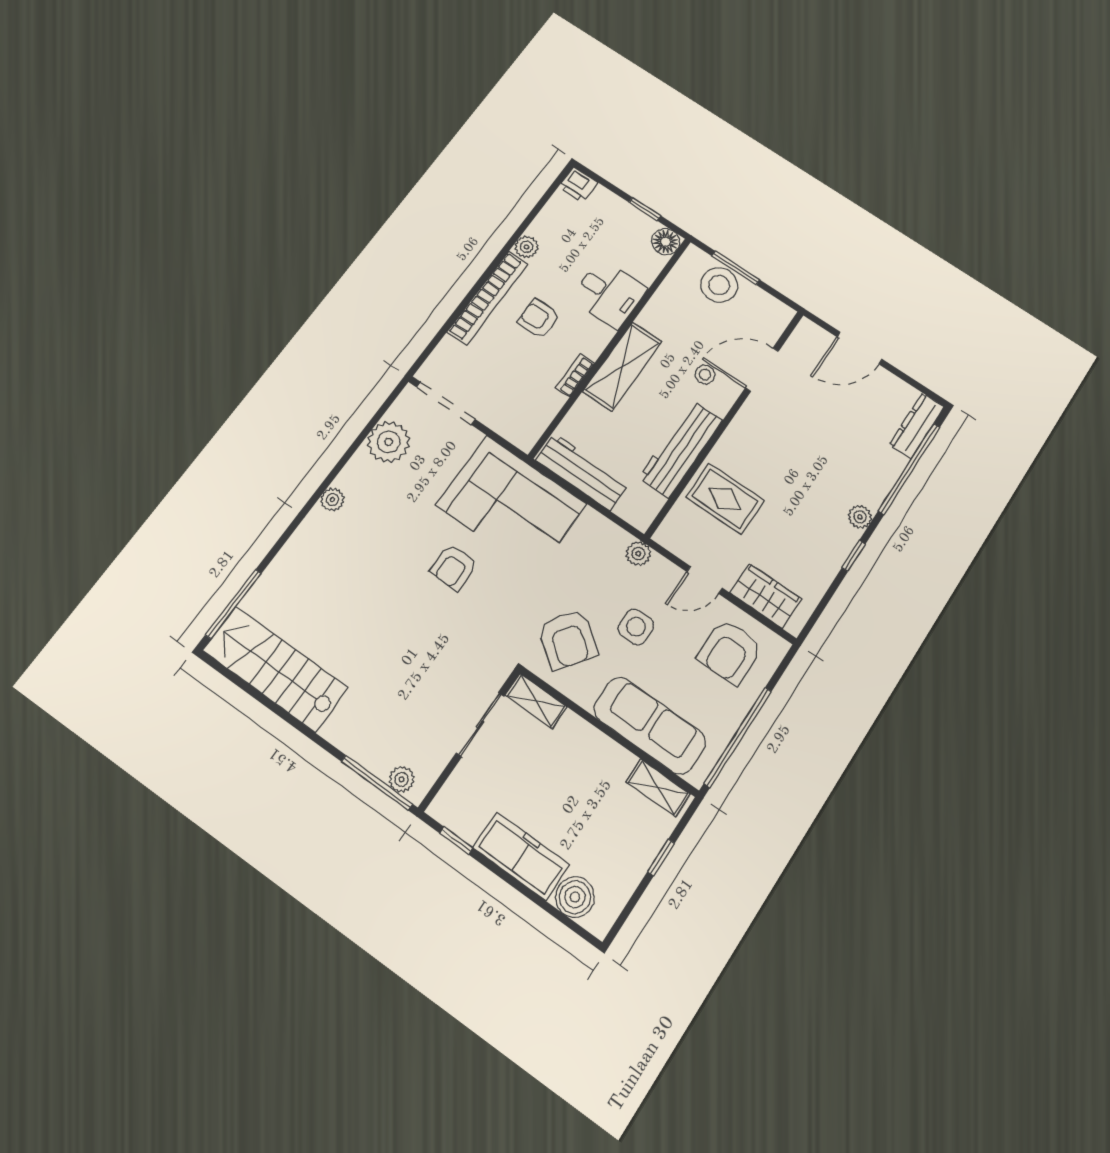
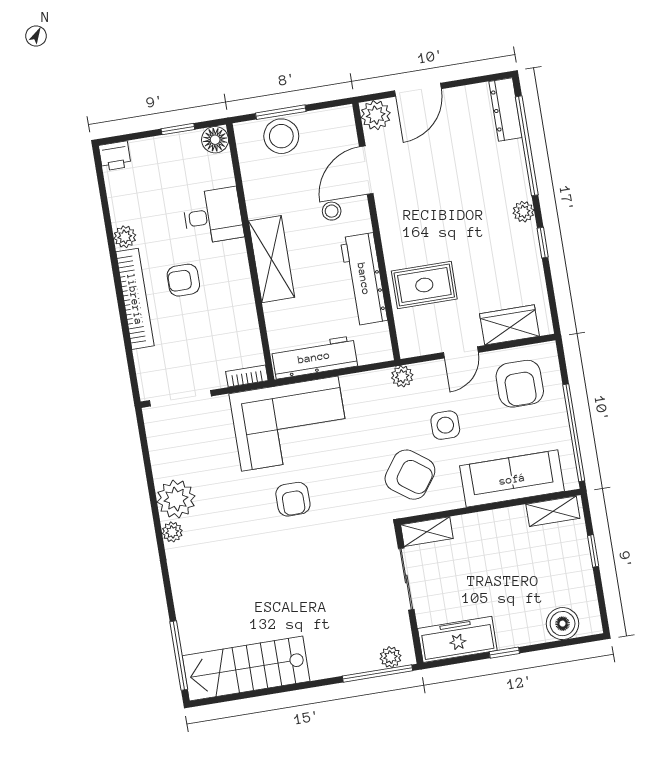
plant: (808, 336) -> (376, 115), added
bookcase: (575, 375) -> (247, 376), moved, turned 90
plant: (389, 442) -> (176, 499), moved
window: (456, 841) -> (504, 653), moved
freezer: (521, 856) -> (457, 639), moved

